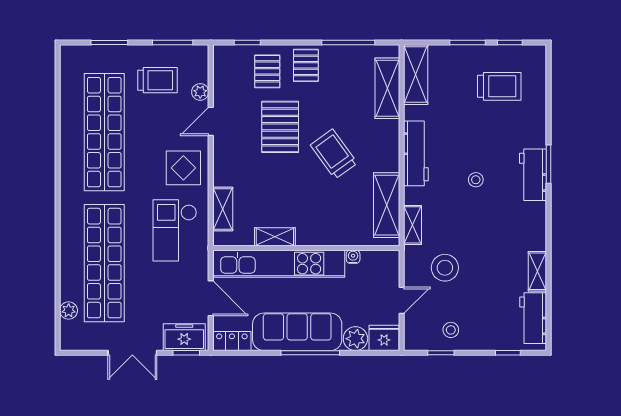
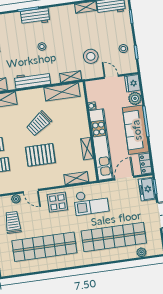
pallet: (280, 127) -> (40, 155), moved

